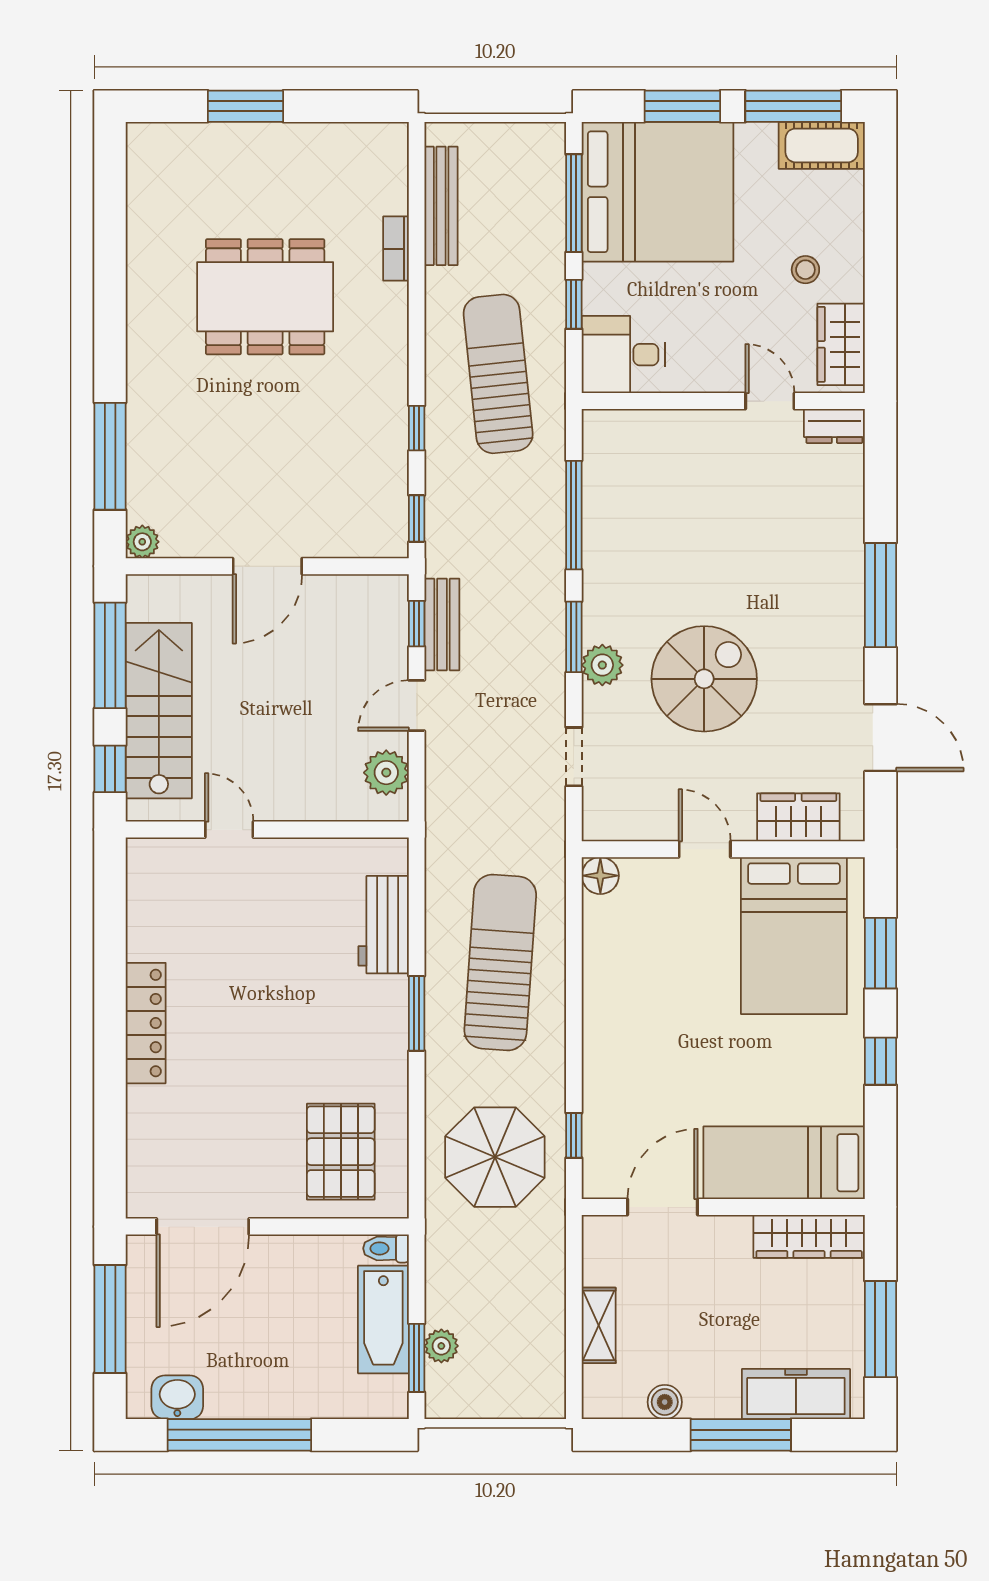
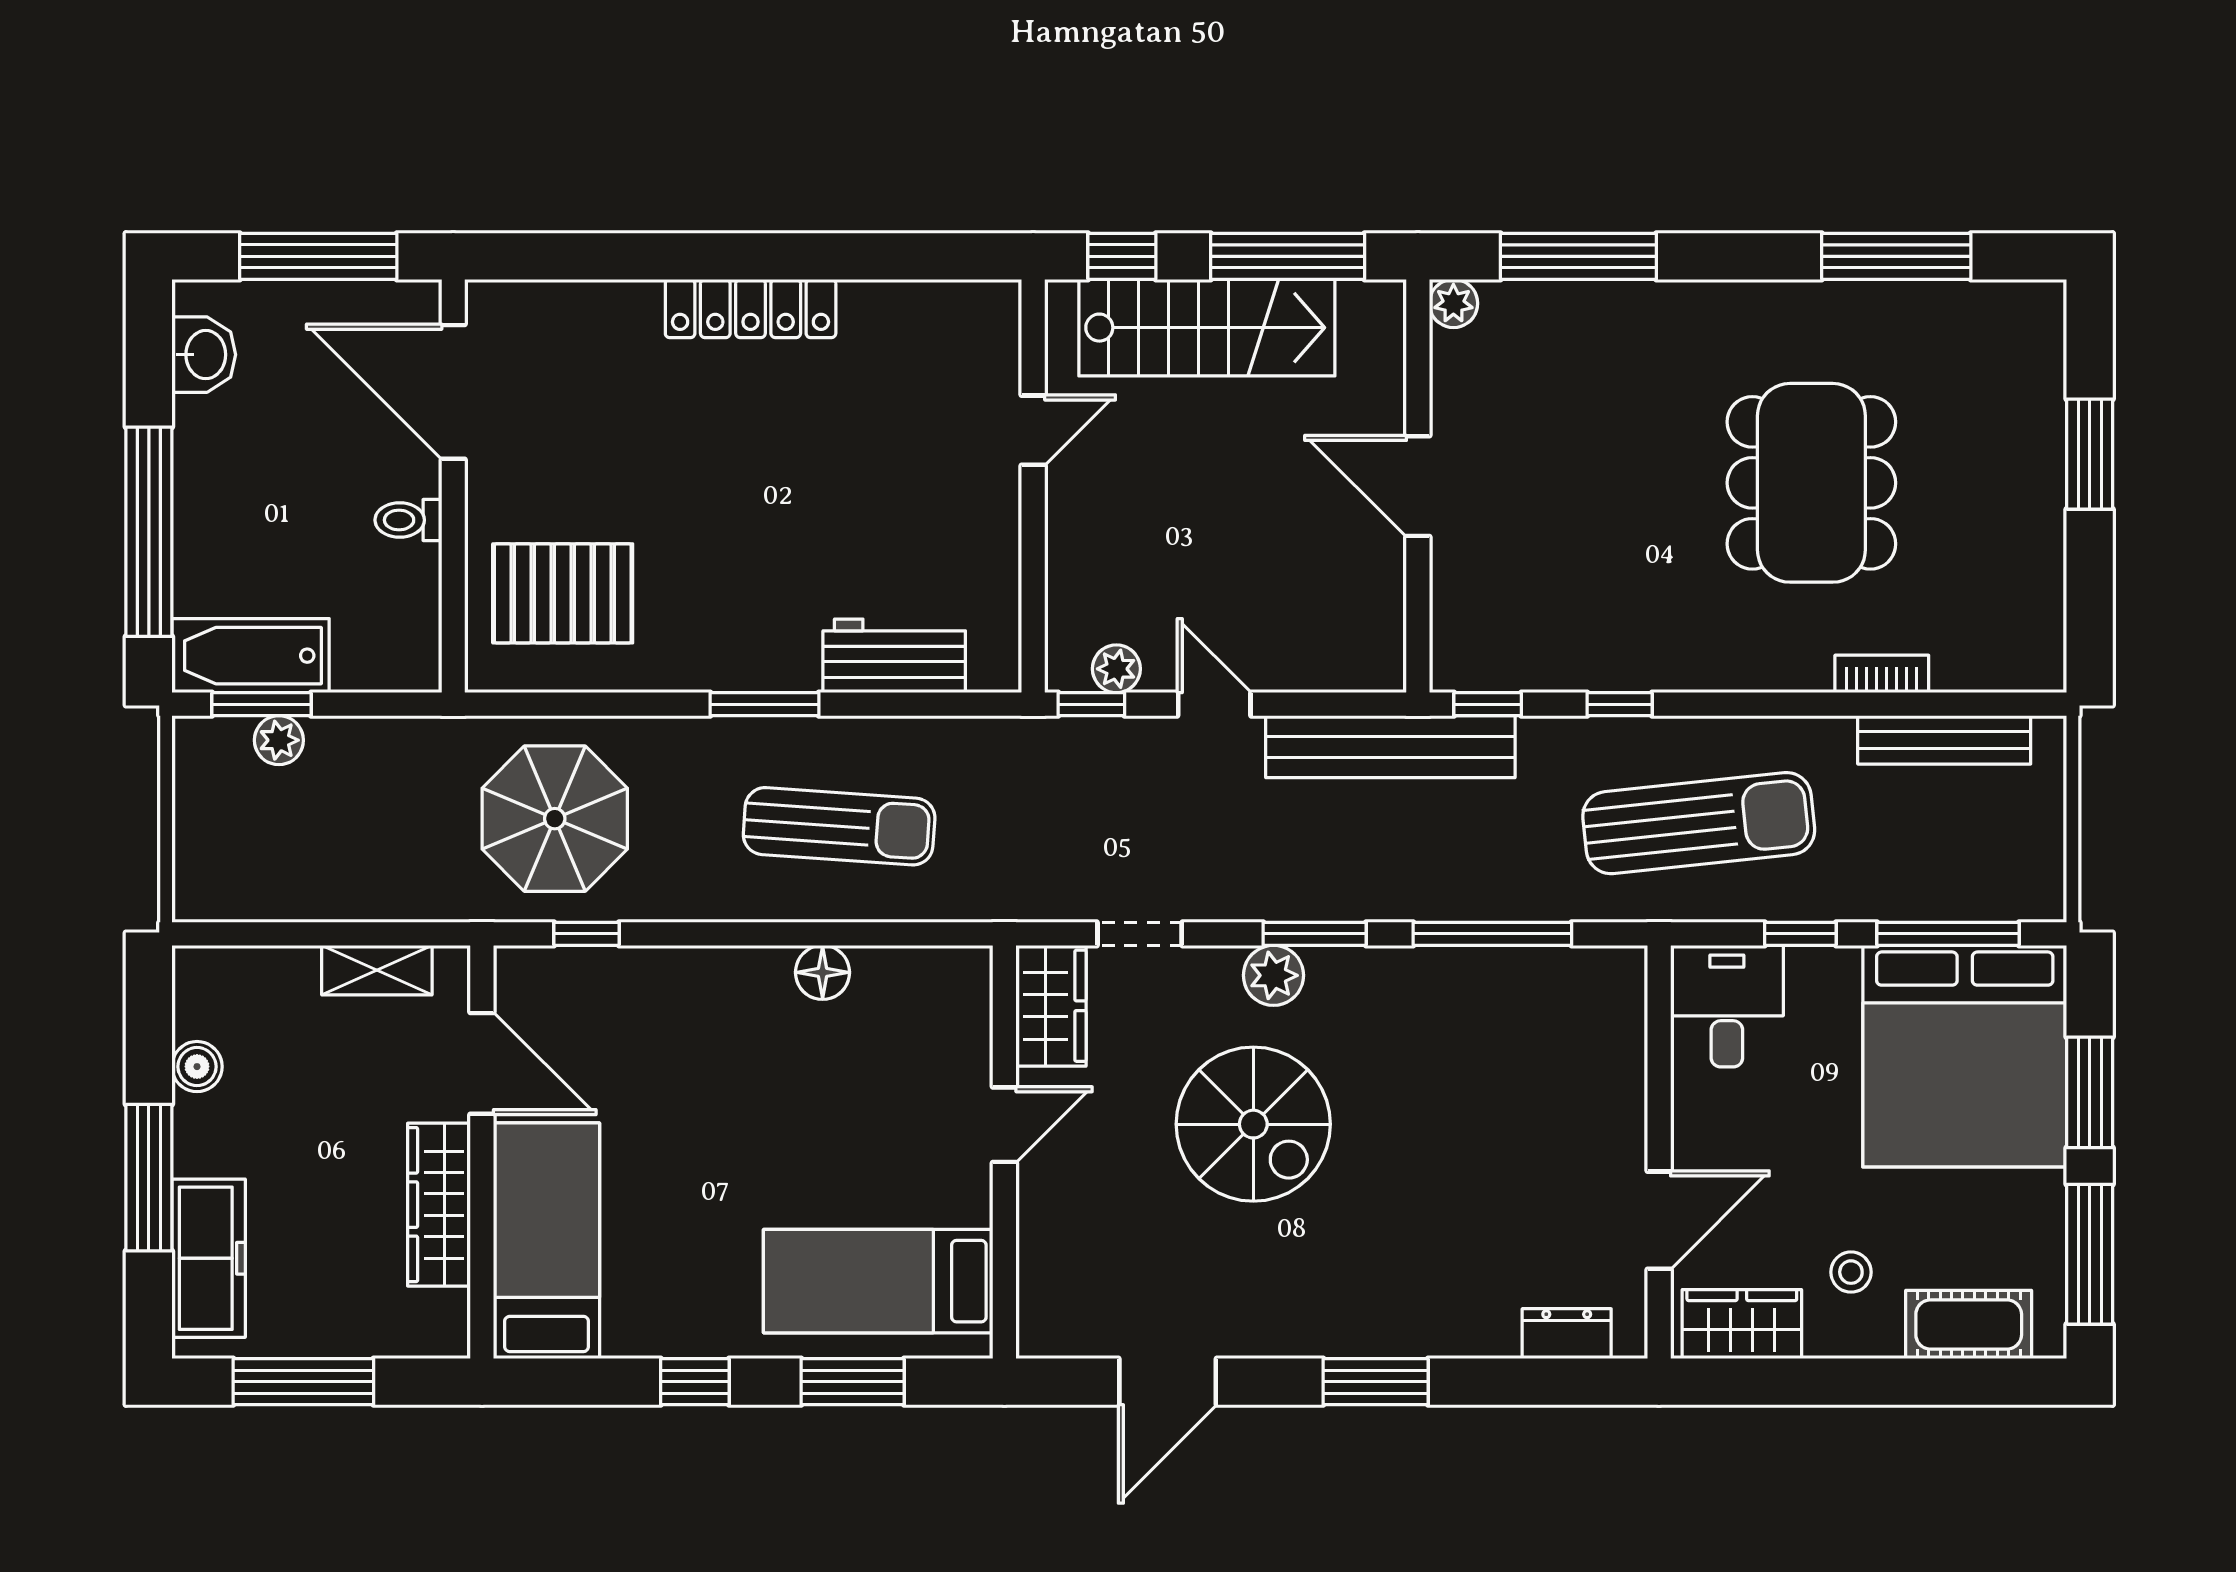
cot: (822, 145) -> (1969, 1325), moved, turned 90
window: (110, 239) -> (1896, 256), added
door: (770, 401) -> (1659, 1220), width x1.38
dresser: (834, 426) -> (1567, 1334), moved, turned 90
window: (880, 595) -> (1376, 1382), width x0.69
window: (417, 624) -> (1091, 704), moved
bench: (442, 625) -> (1390, 747), width x1.86, depth x1.21
plant: (386, 773) -> (1116, 669), width x0.73, depth x0.73
wardrobe: (798, 817) -> (1051, 1006), moved
floor lamp: (600, 876) -> (823, 972), moved
bed: (794, 936) -> (878, 1281), width x0.67
sun lounger: (500, 962) -> (839, 826), width x0.73, depth x0.75
wardrobe: (809, 1236) -> (439, 1205), moved
toilet: (386, 1248) -> (408, 520), moved, turned -90
bathtub: (383, 1319) -> (251, 656), moved
shelving: (599, 1325) -> (377, 970), moved
window: (239, 1435) -> (149, 532), moved

